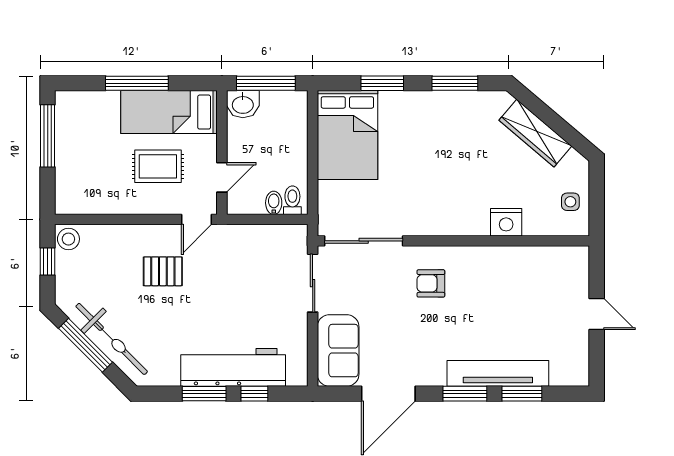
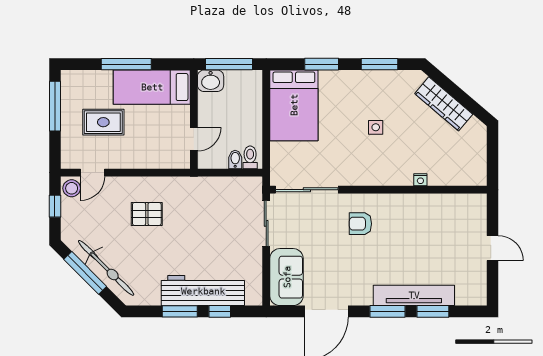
rug: (158, 166) -> (103, 122), moved
side table: (570, 202) -> (376, 127), moved
door: (196, 219) -> (93, 173), moved
nightstand: (506, 222) -> (420, 180), width x0.53, depth x0.56

